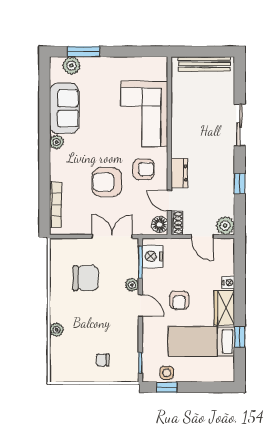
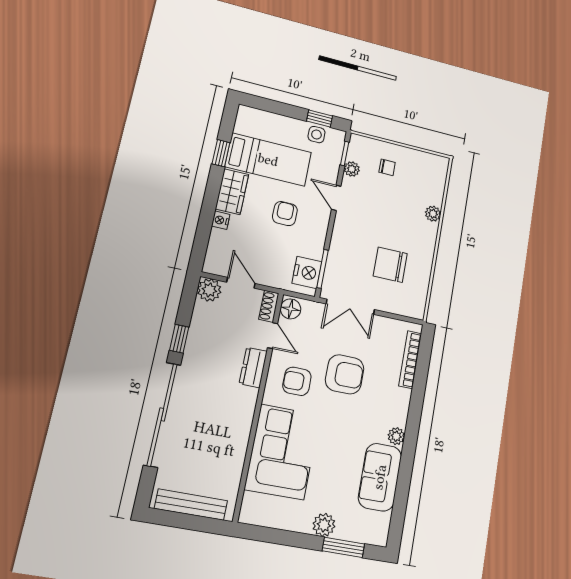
plant: (71, 66) -> (324, 525), moved
sliding door: (240, 125) -> (162, 415), width x1.86
plant: (132, 285) -> (352, 169), moved
door: (140, 305) -> (336, 198), moved

